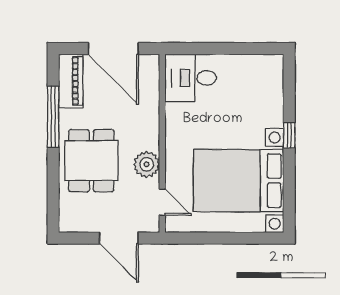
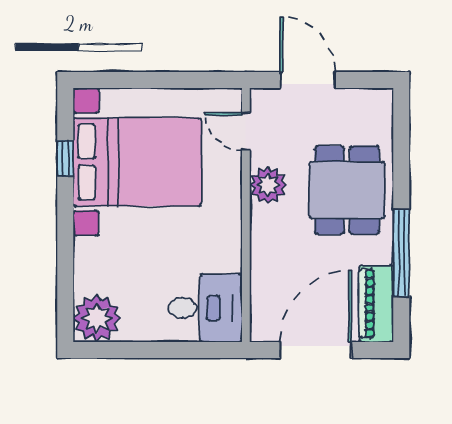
door: (113, 49) -> (315, 350), hinge flipped
plant: (267, 71) -> (97, 318), added
window: (289, 135) -> (65, 158), moved

